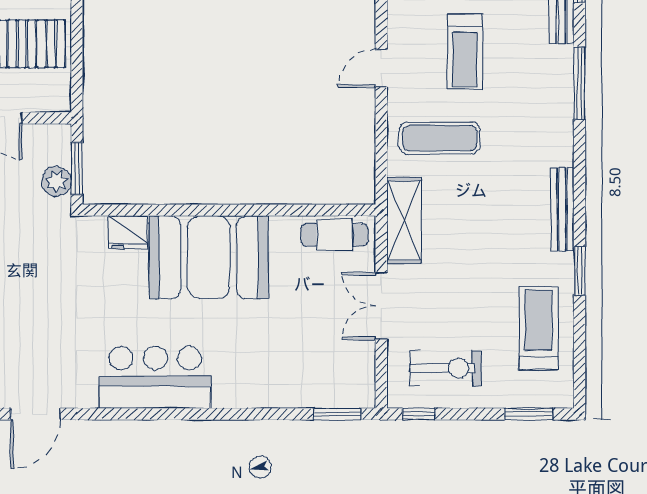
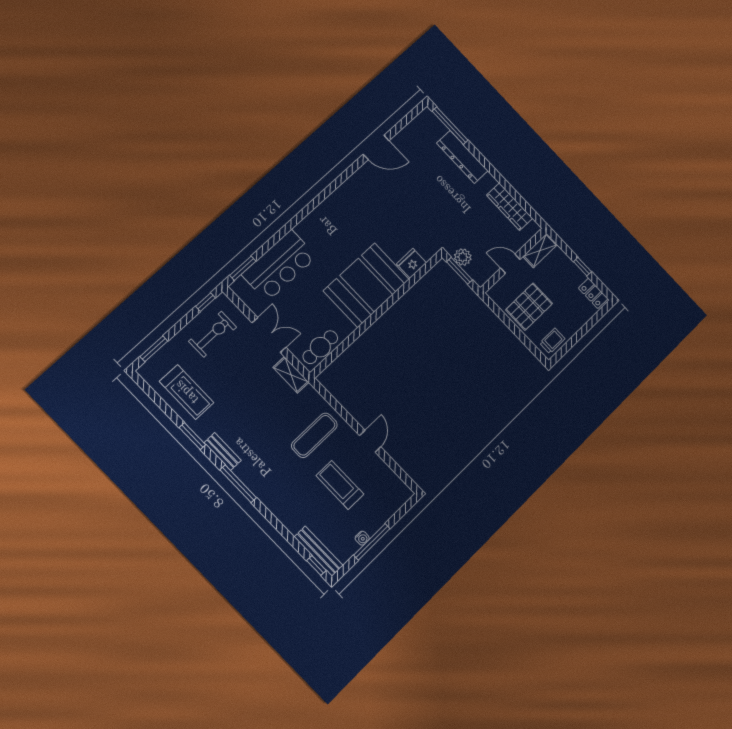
window: (579, 83) -> (238, 484), moved
bench: (562, 209) -> (223, 452), width x0.73
shelving: (404, 220) -> (291, 375), width x0.67, depth x0.75
exercise bike: (446, 368) -> (213, 334), turned 180
bar counter: (155, 377) -> (279, 266), moved
door: (35, 414) -> (376, 147), swing flipped

